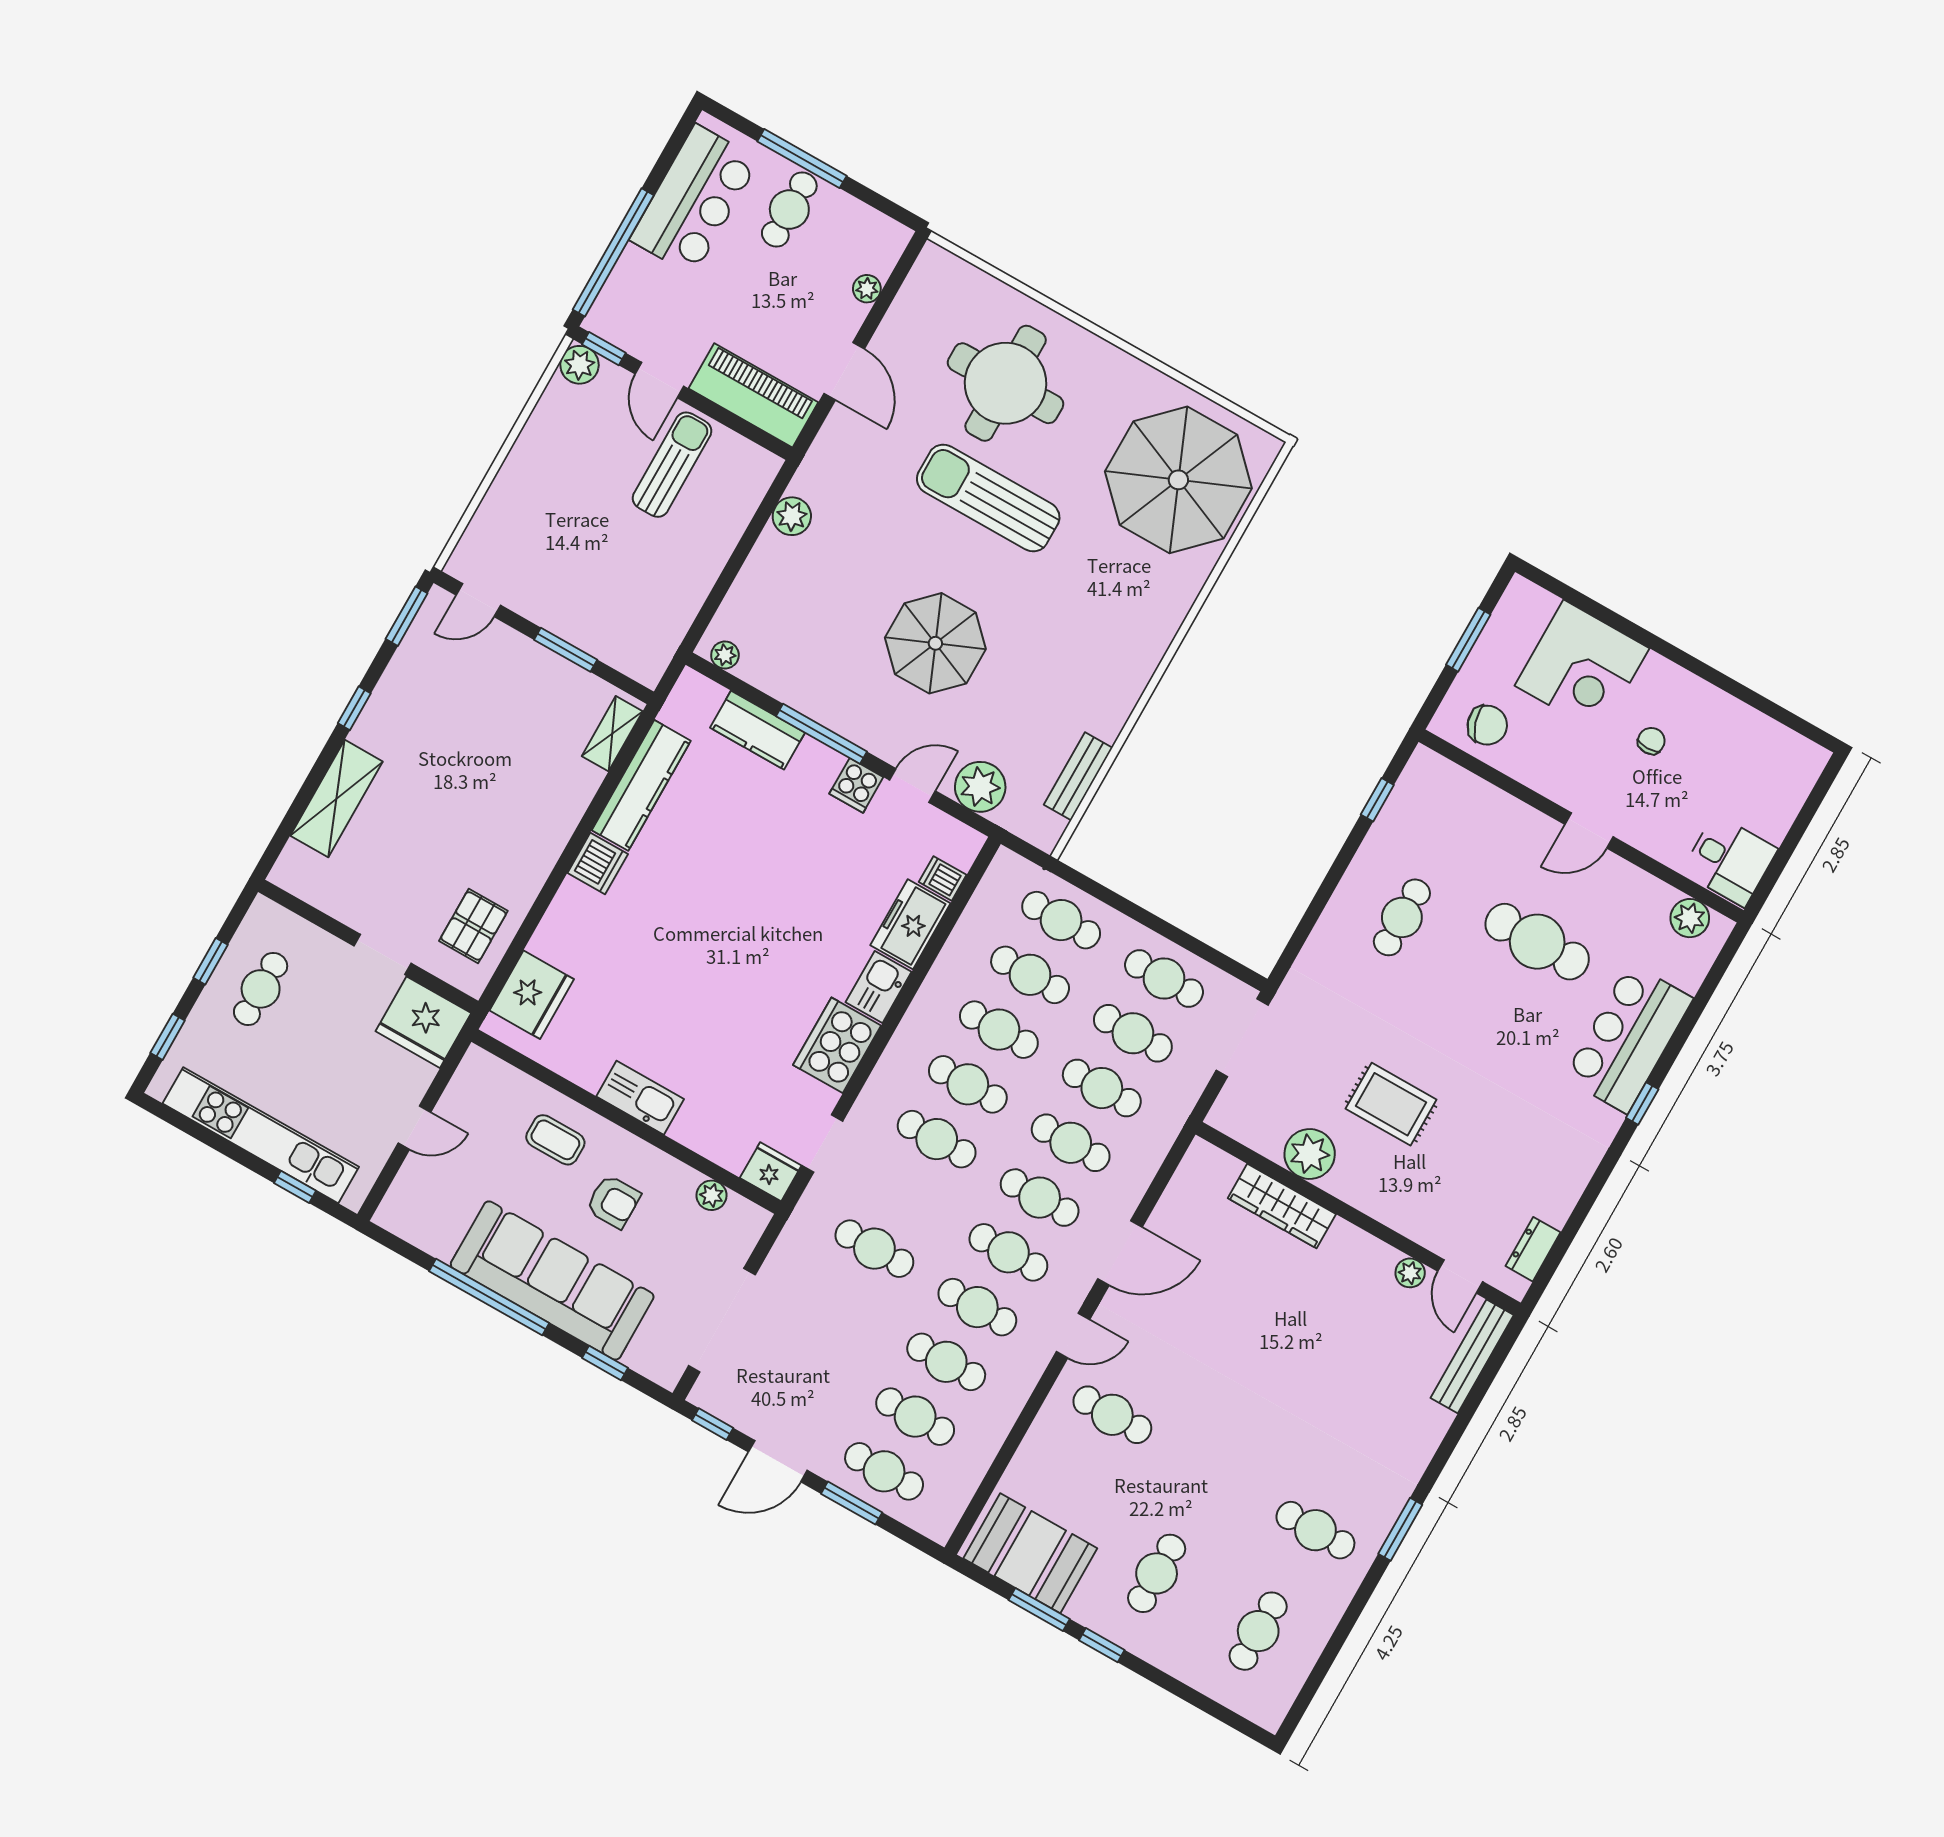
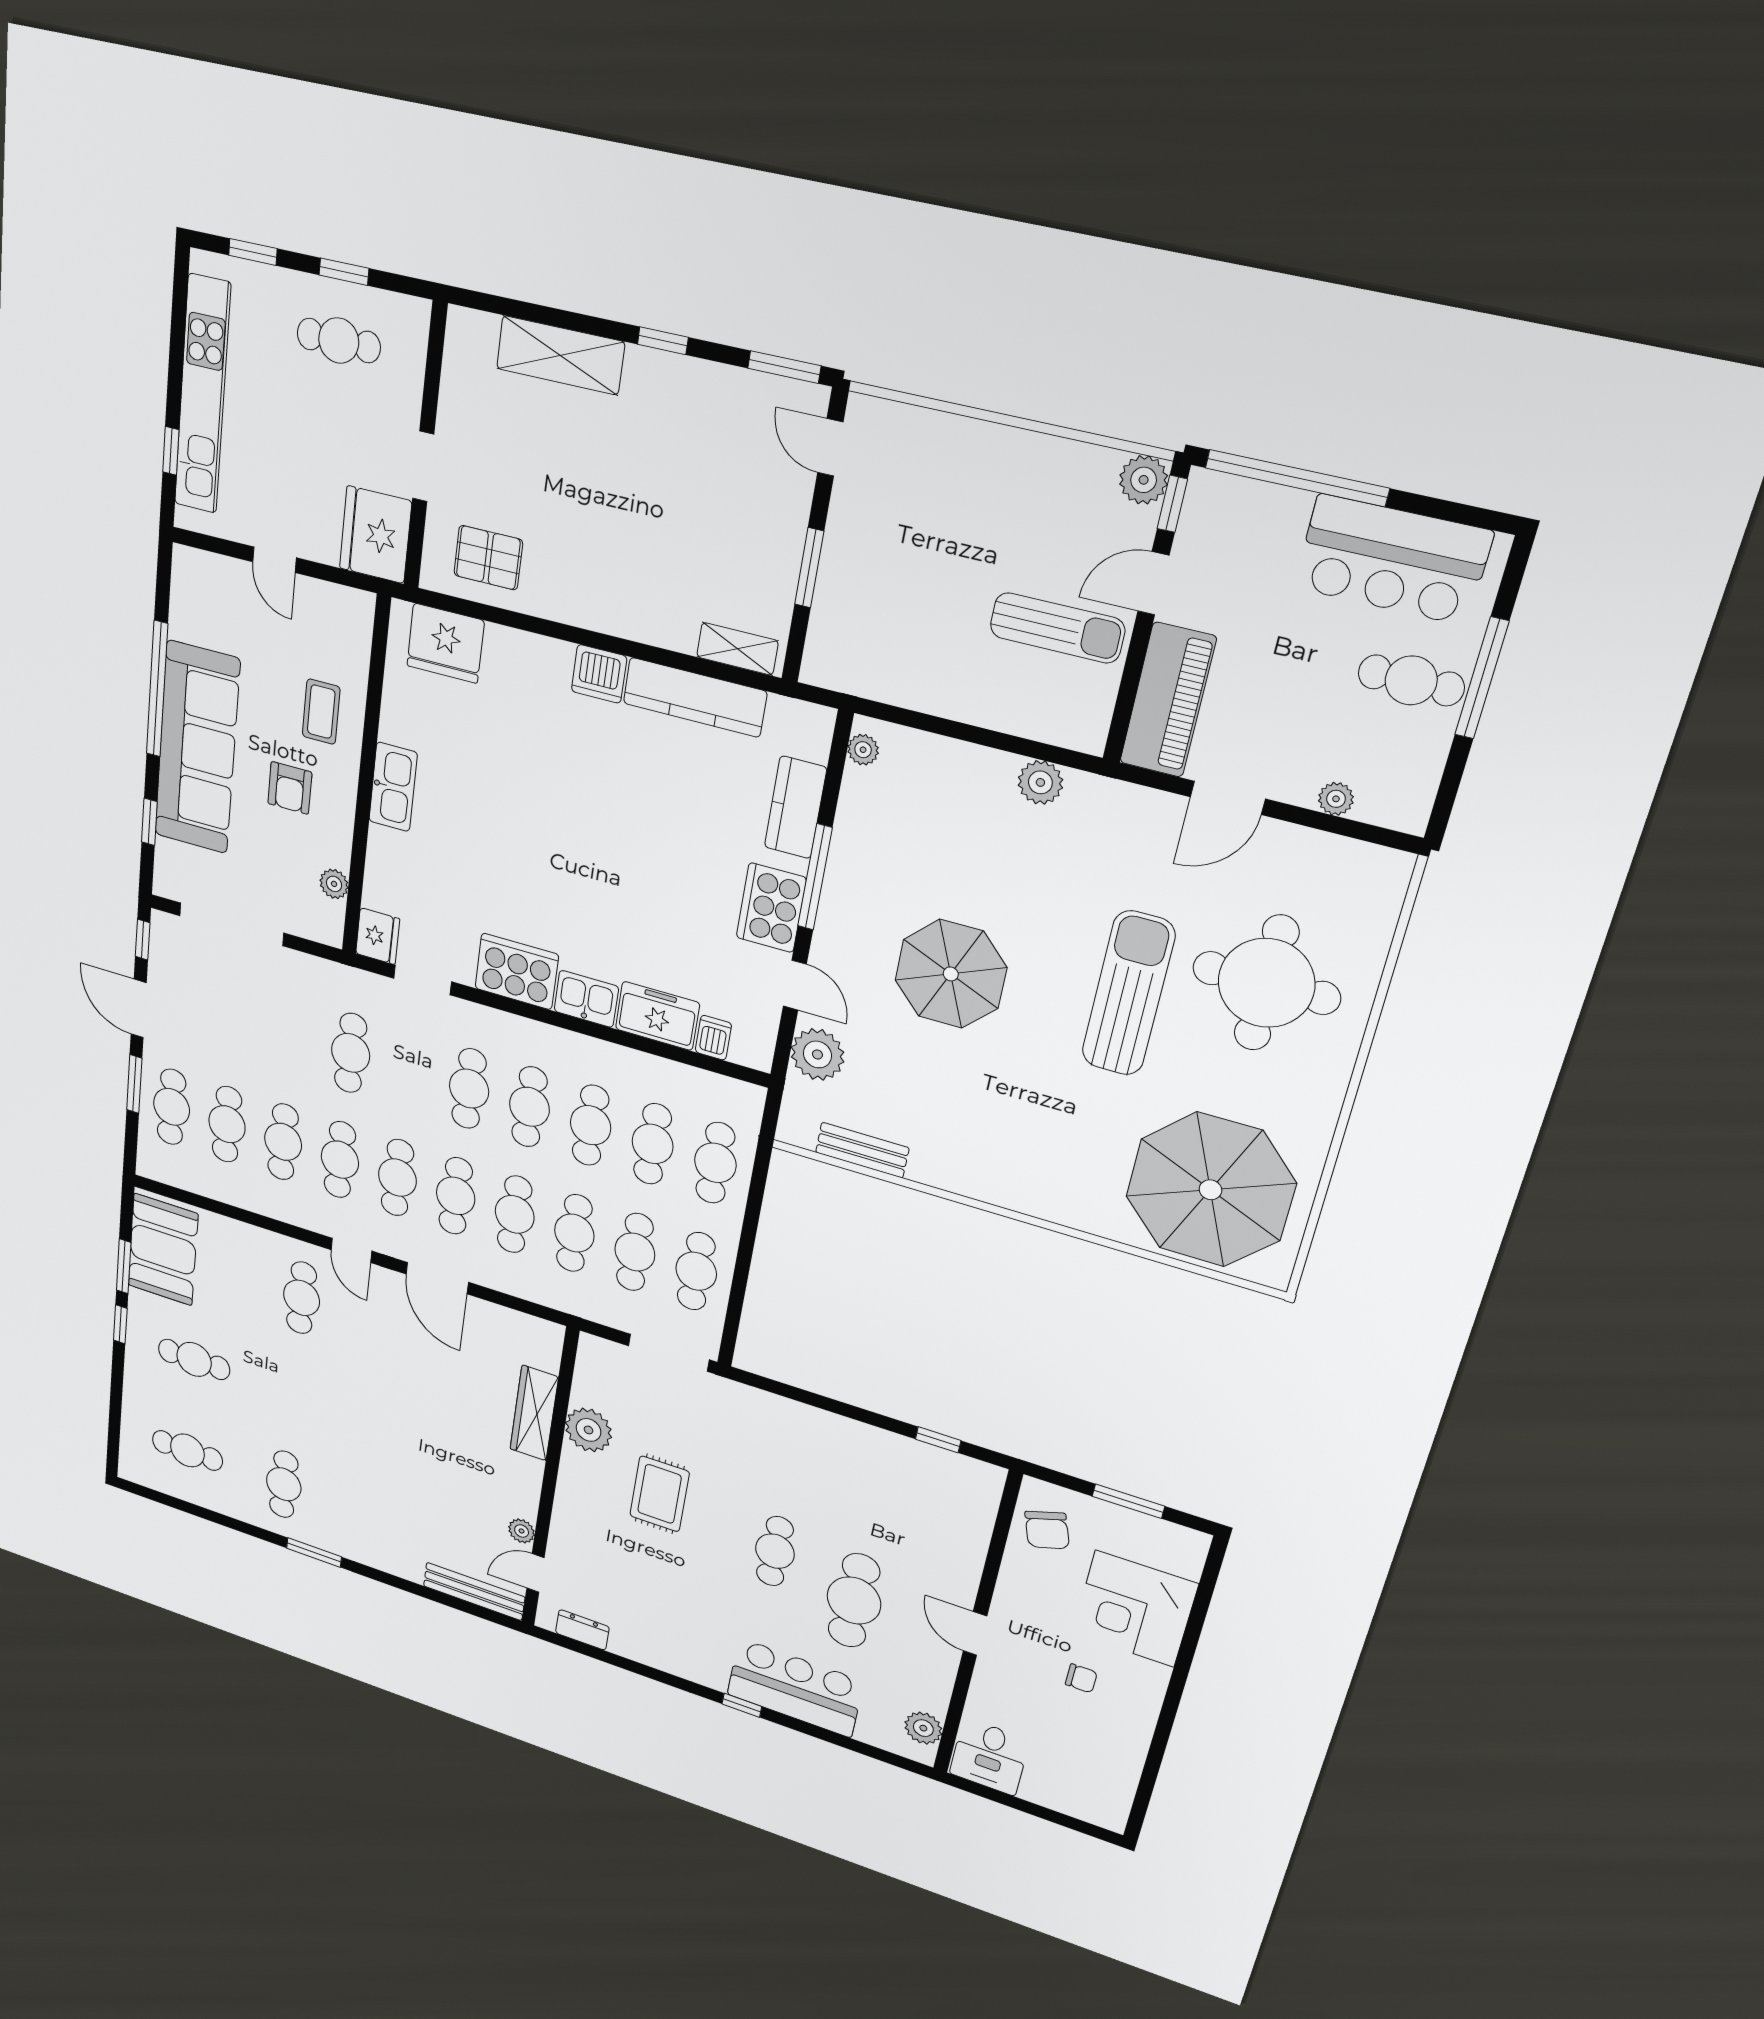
cooker: (856, 785) -> (771, 908), width x1.87, depth x1.31
cafe table: (1402, 917) -> (775, 1551), moved, turned 90

